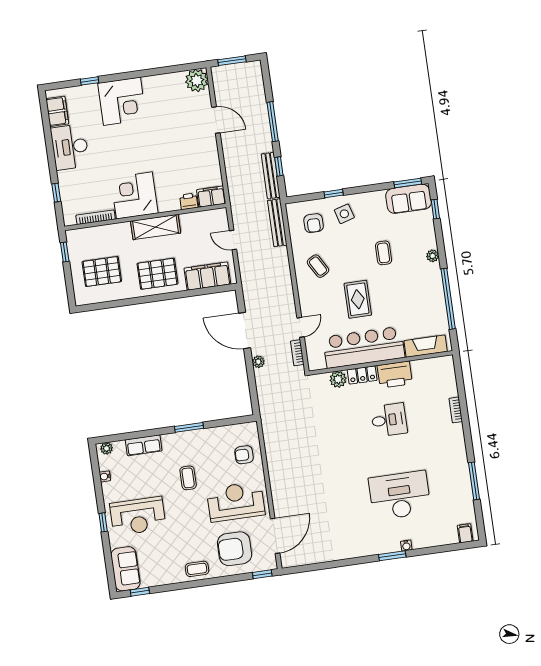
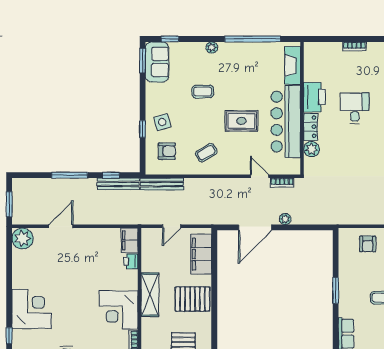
pallet: (157, 274) -> (192, 299), turned 90

